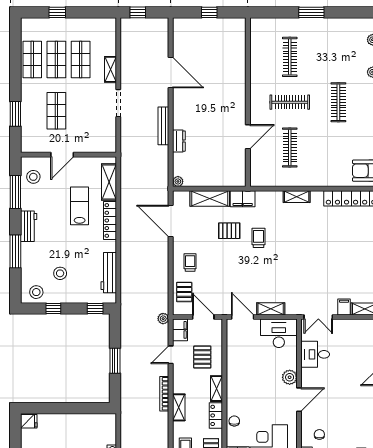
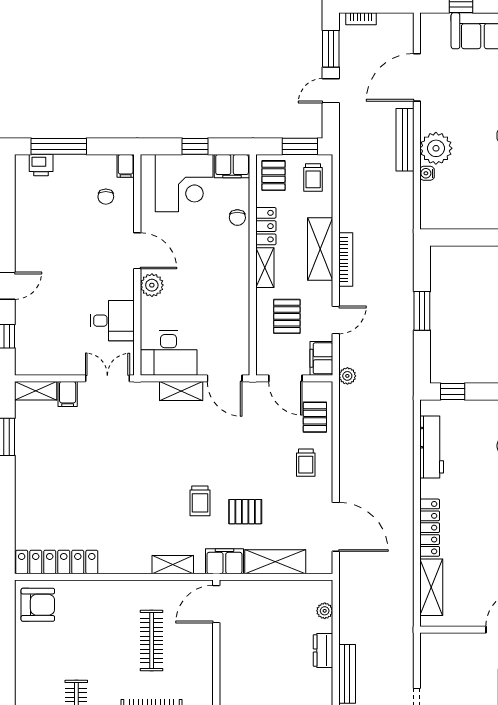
door: (248, 137) -> (216, 604), moved
plant: (178, 181) -> (325, 611), moved
shelving: (297, 197) -> (173, 565), moved
lab bench: (80, 206) -> (477, 550), removed
door: (299, 400) -> (137, 251), swing flipped
shelving: (179, 407) -> (320, 249), width x1.50, depth x1.33

